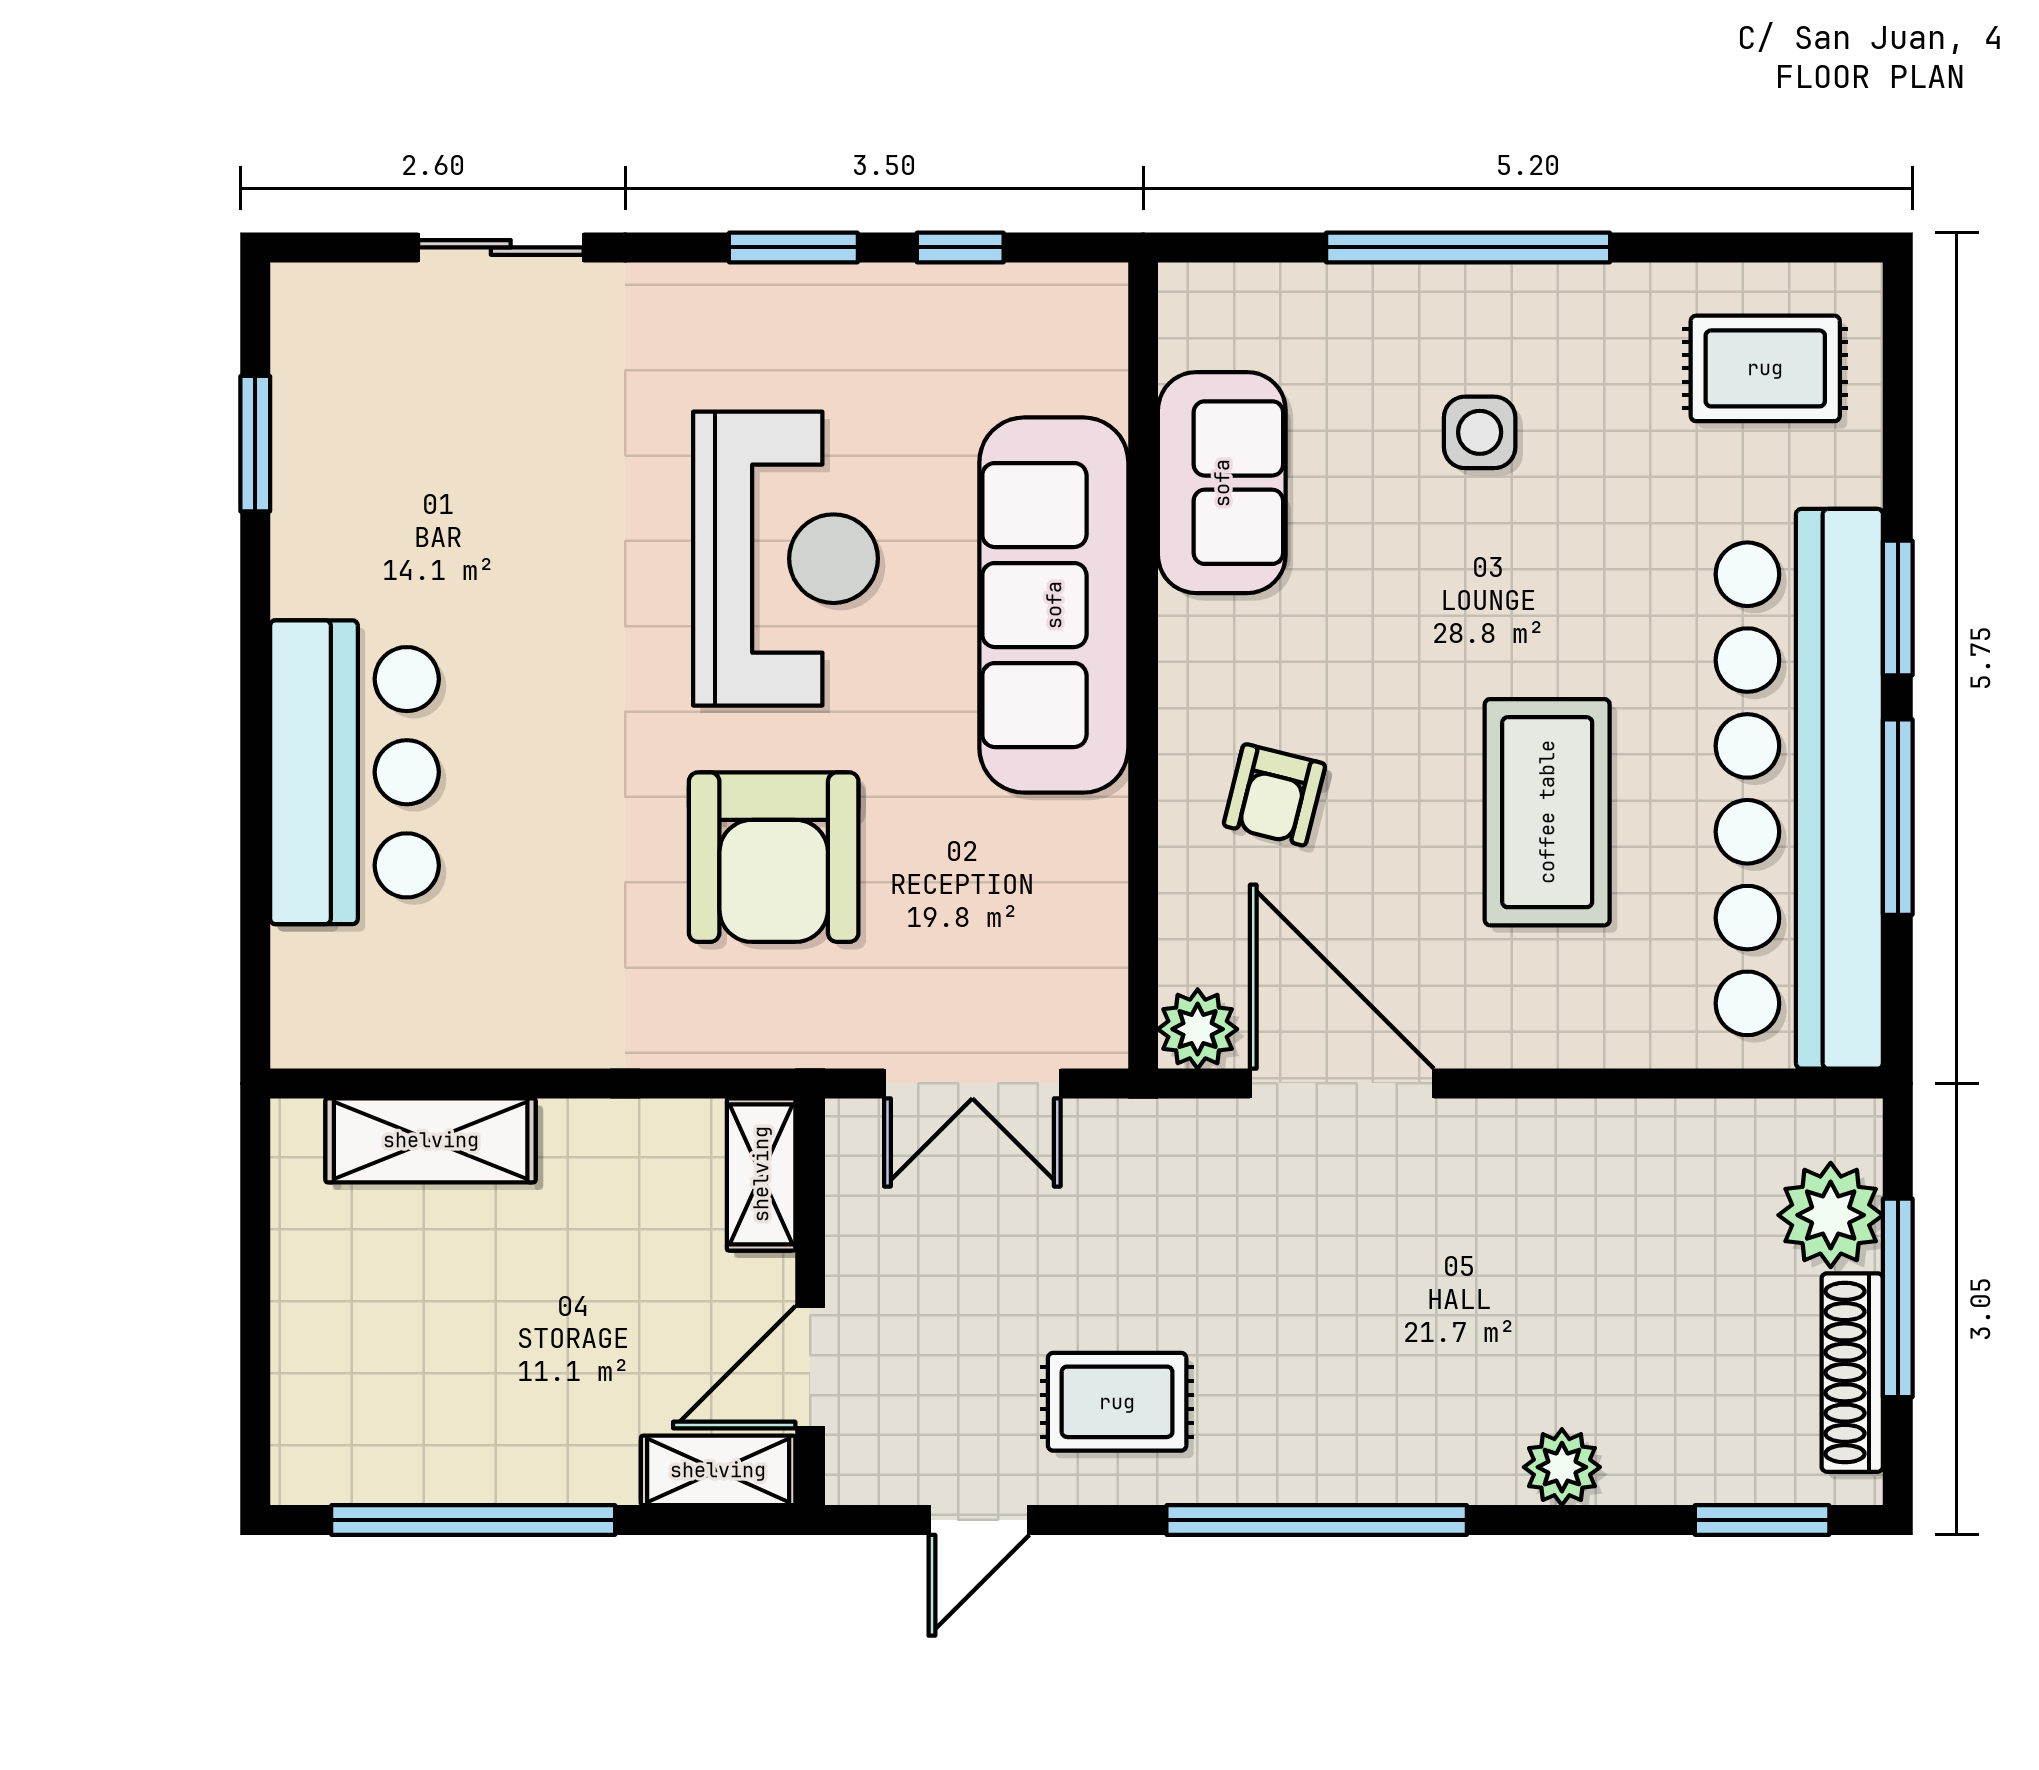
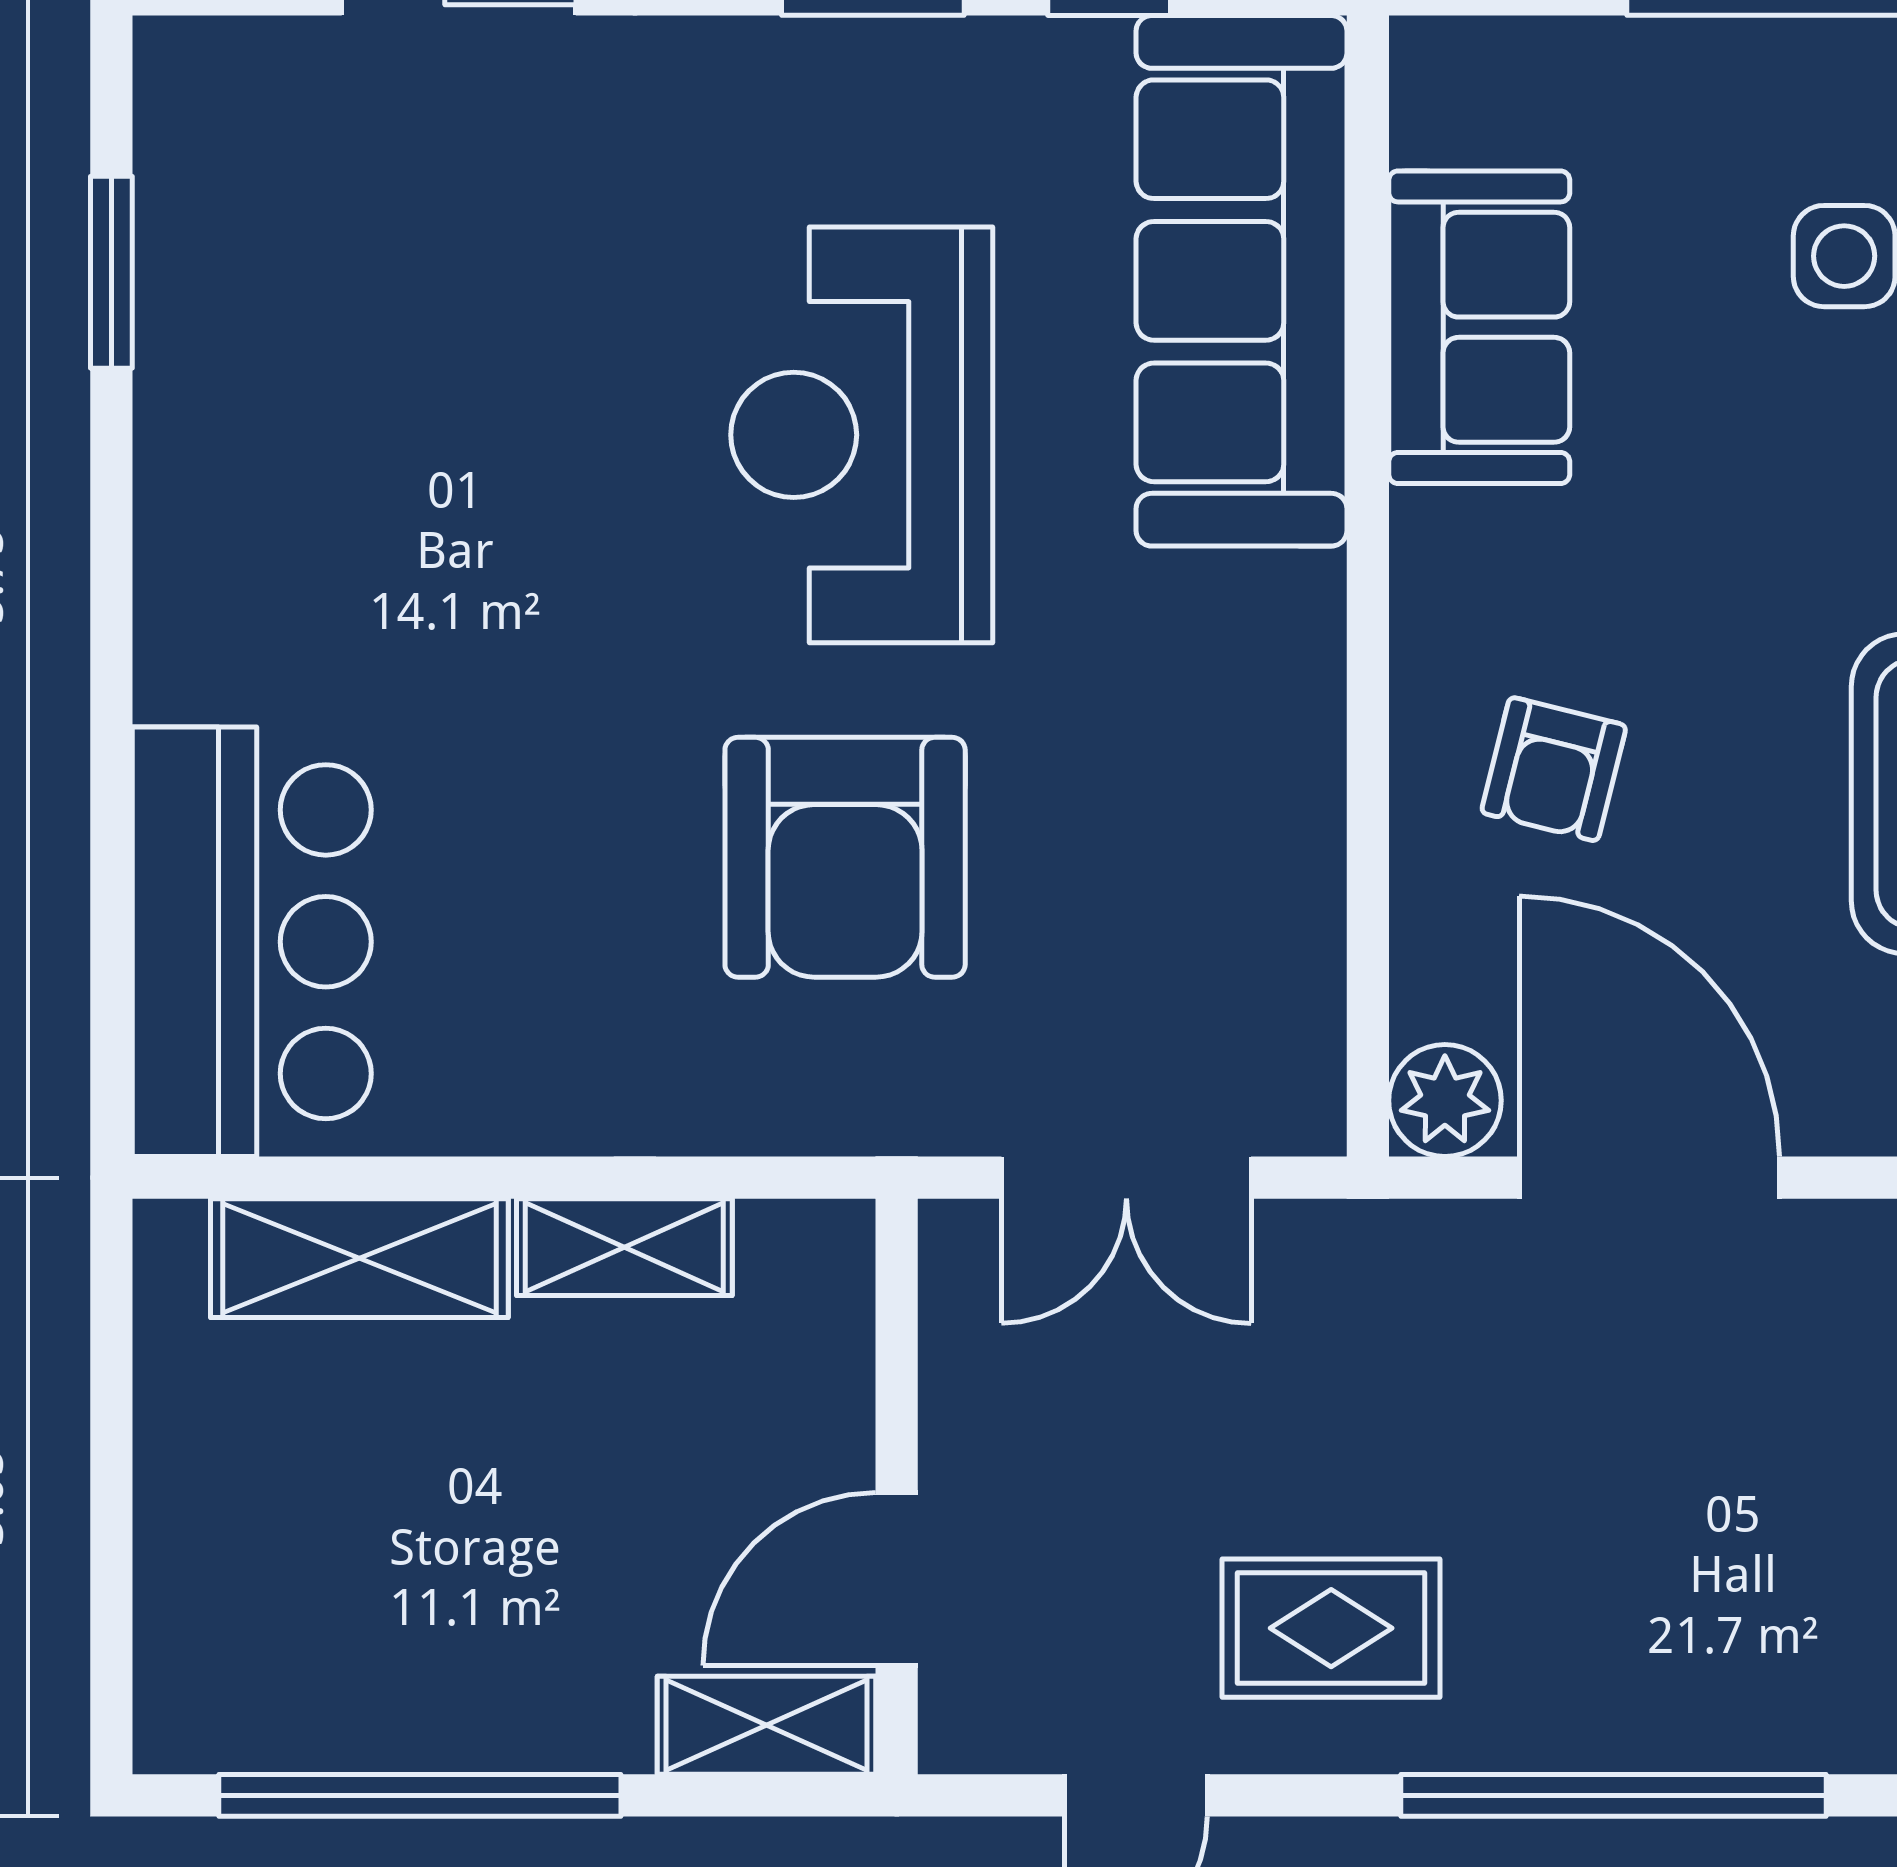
reception desk: (785, 559) -> (862, 435), turned 180
sofa: (1054, 605) -> (1242, 281), moved
bar counter: (354, 772) -> (252, 942), moved
shelving: (761, 1174) -> (624, 1247), moved, turned 90

